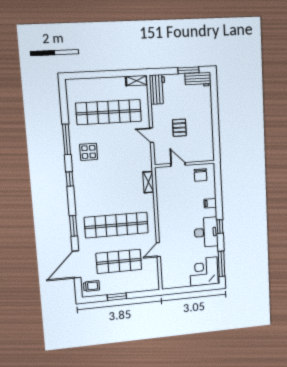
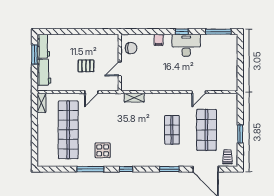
workbench: (157, 89) -> (44, 72), moved, turned 90
shop shelf: (116, 225) -> (172, 130), width x0.50, depth x0.74
door: (158, 250) -> (199, 92), hinge flipped
corner desk: (204, 271) -> (224, 49), removed

